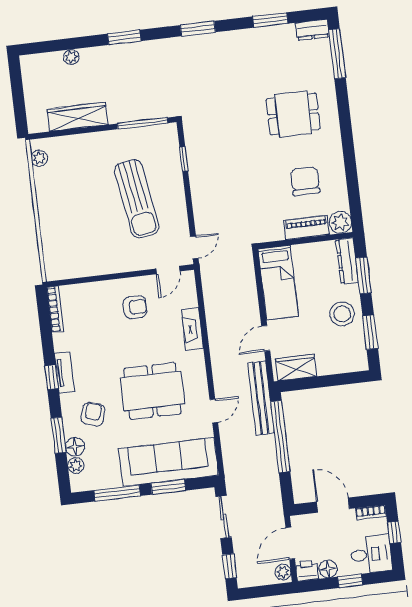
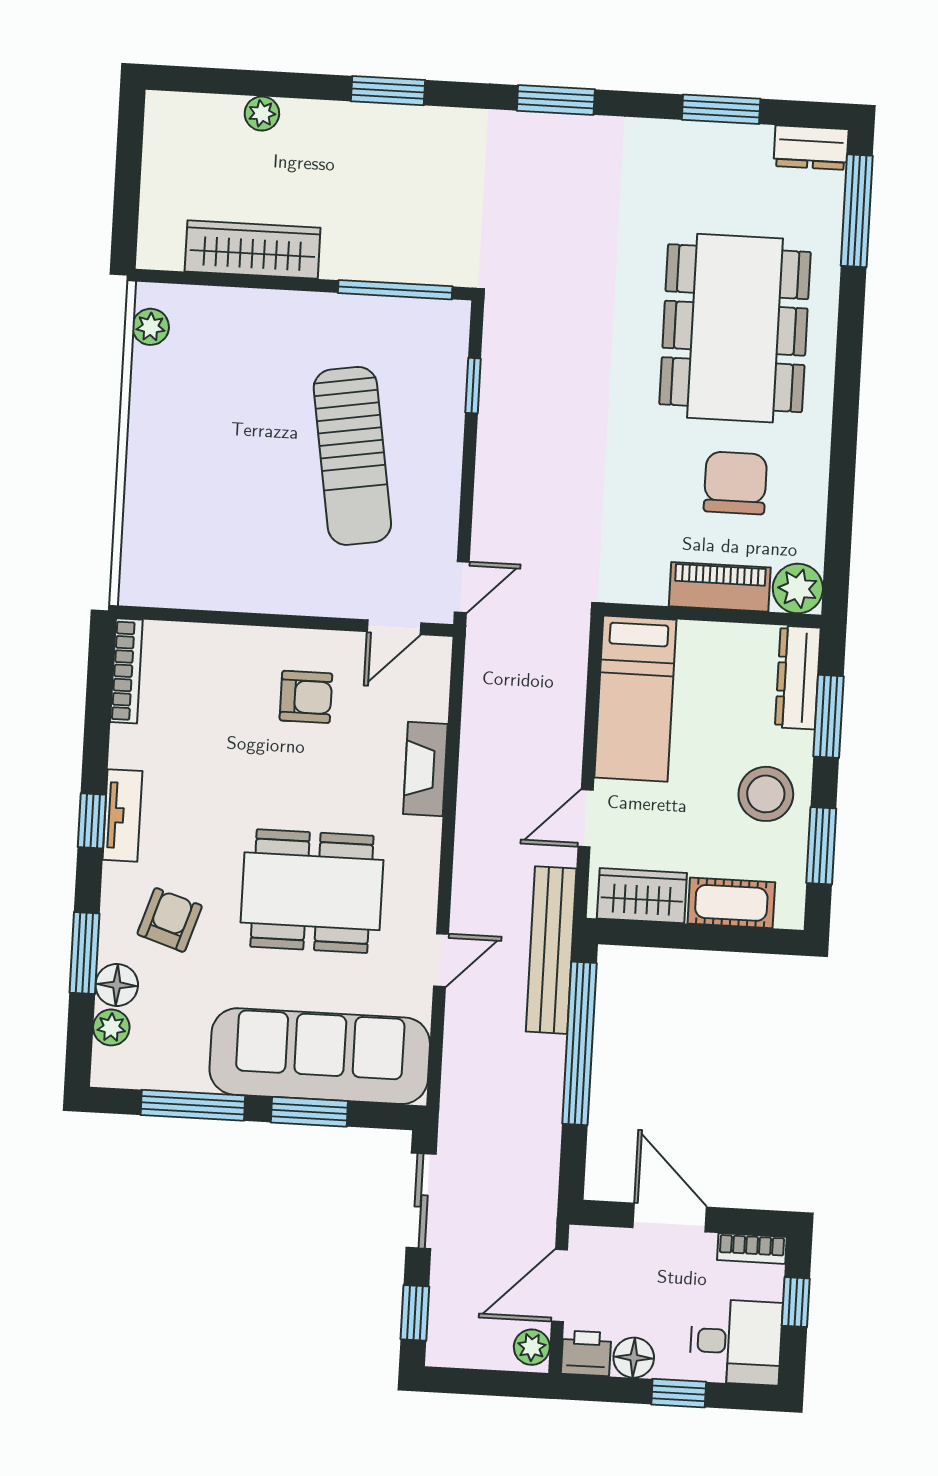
dining table: (293, 114) -> (735, 328), width x1.88, depth x1.24
cot: (336, 364) -> (731, 903), added

